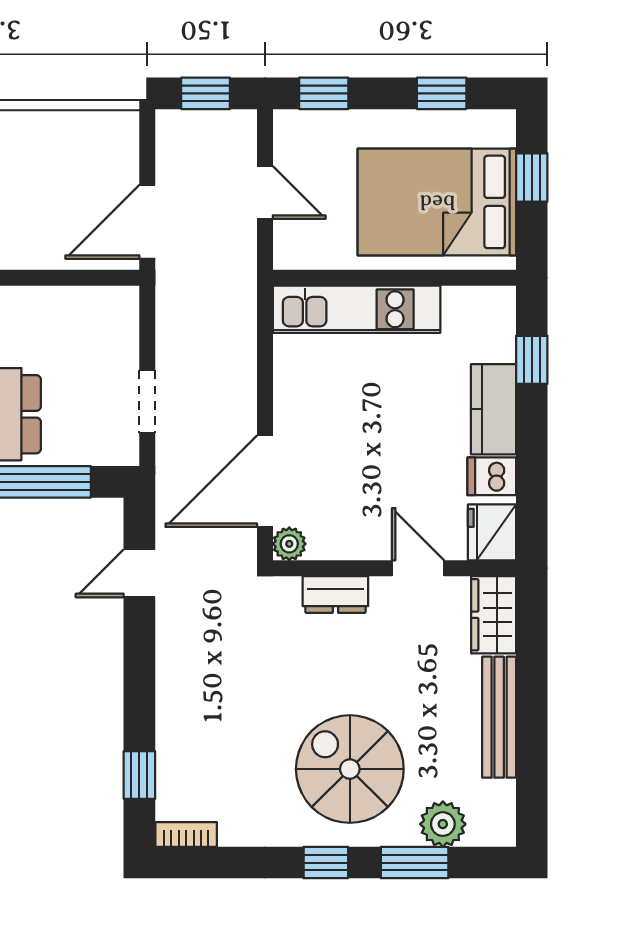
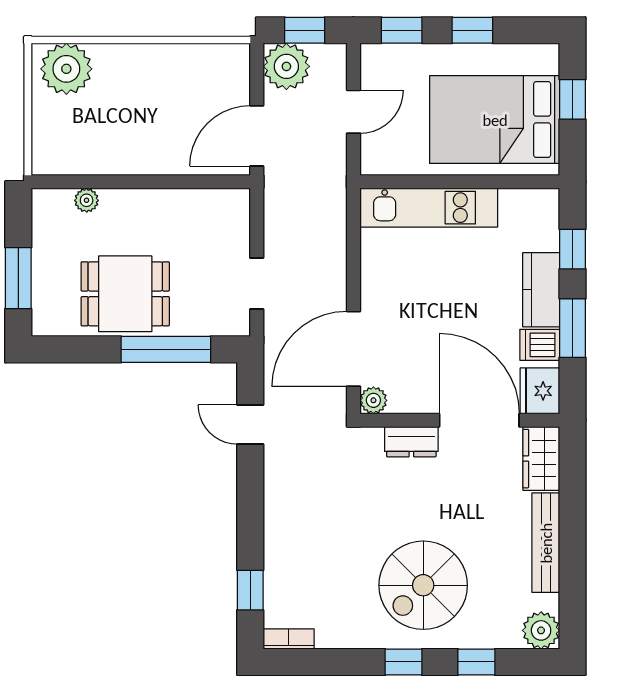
window: (442, 93) -> (472, 30), moved
plant: (183, 137) -> (286, 66), added
door: (265, 192) -> (353, 112), hinge flipped
window: (532, 456) -> (573, 328), added
door: (418, 568) -> (479, 420), width x1.88
door: (139, 573) -> (250, 425), hinge flipped
spiral stairs: (350, 769) -> (423, 585), turned -90
plant: (443, 824) -> (541, 630), moved
window: (415, 863) -> (476, 662), width x0.67

